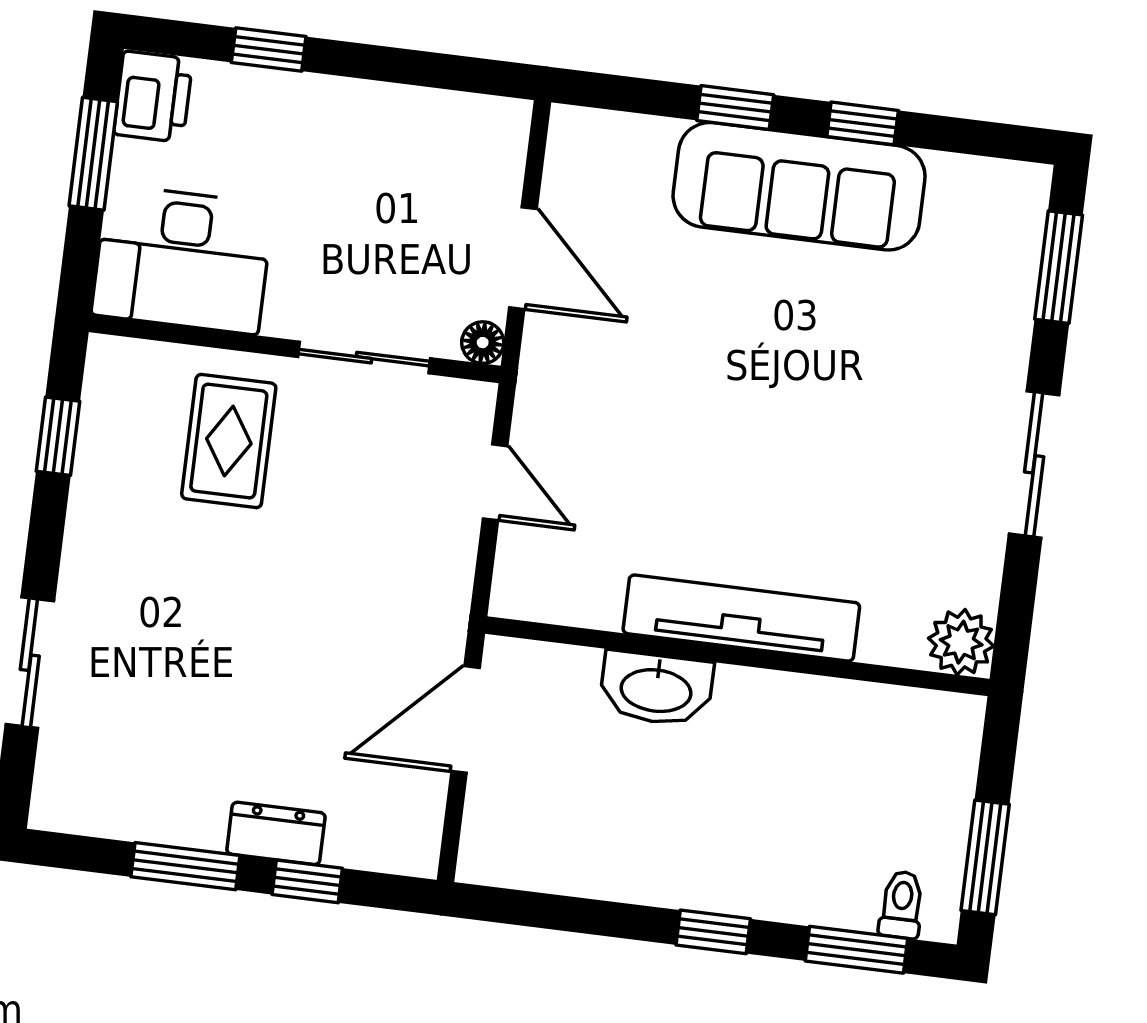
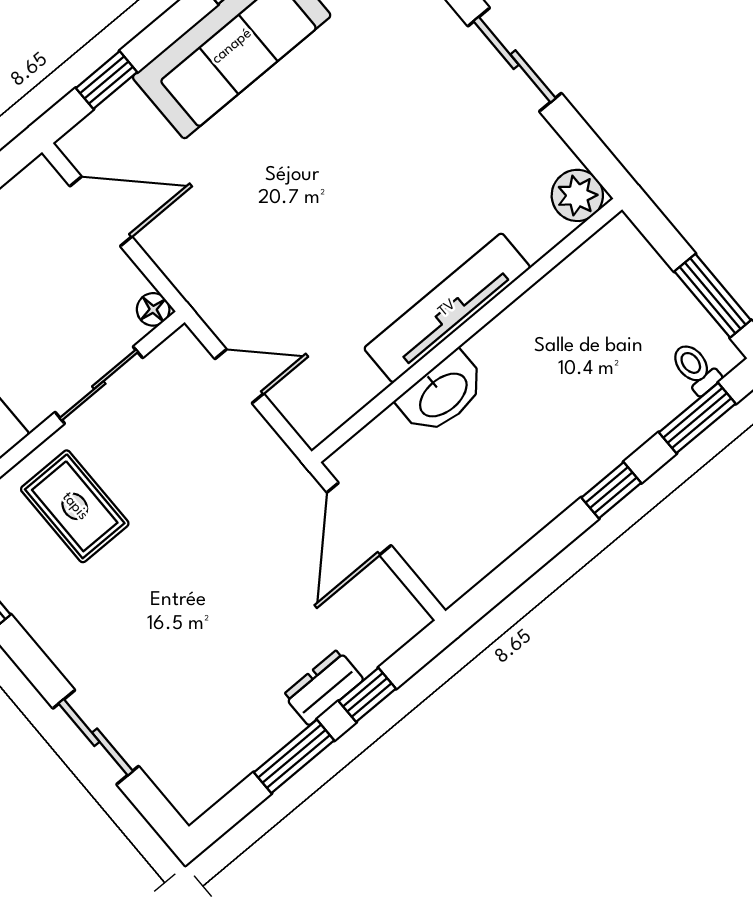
window: (735, 108) -> (106, 80), moved
door: (523, 258) -> (101, 211), moved

